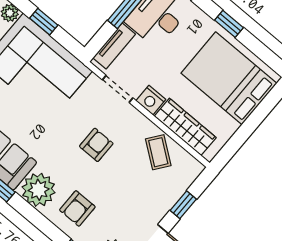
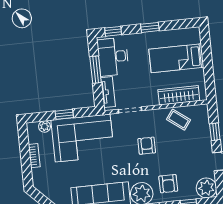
bed: (229, 78) -> (176, 58), width x0.67
nightstand: (151, 100) -> (150, 99), removed

